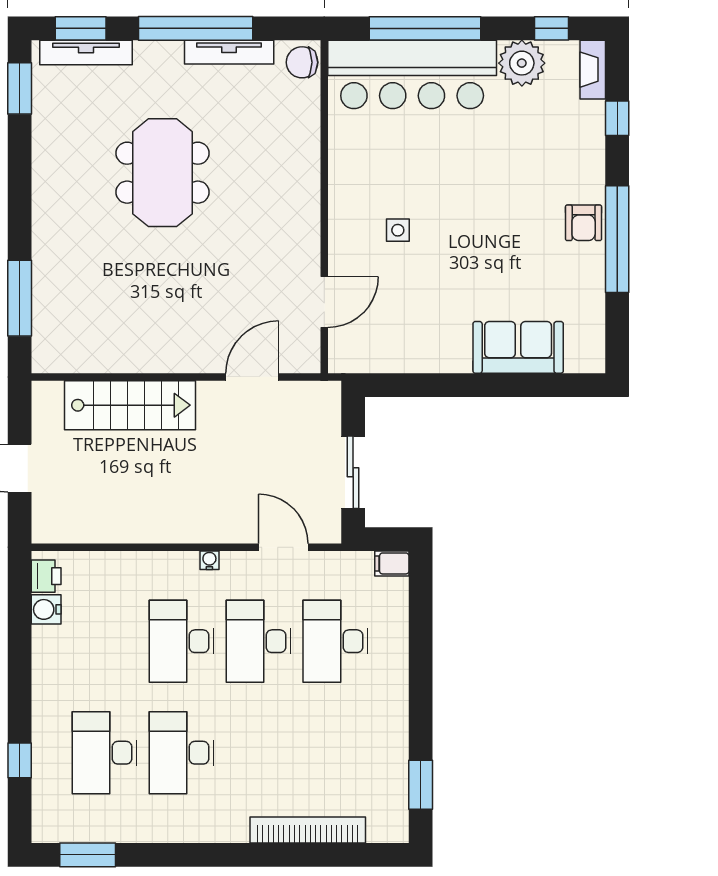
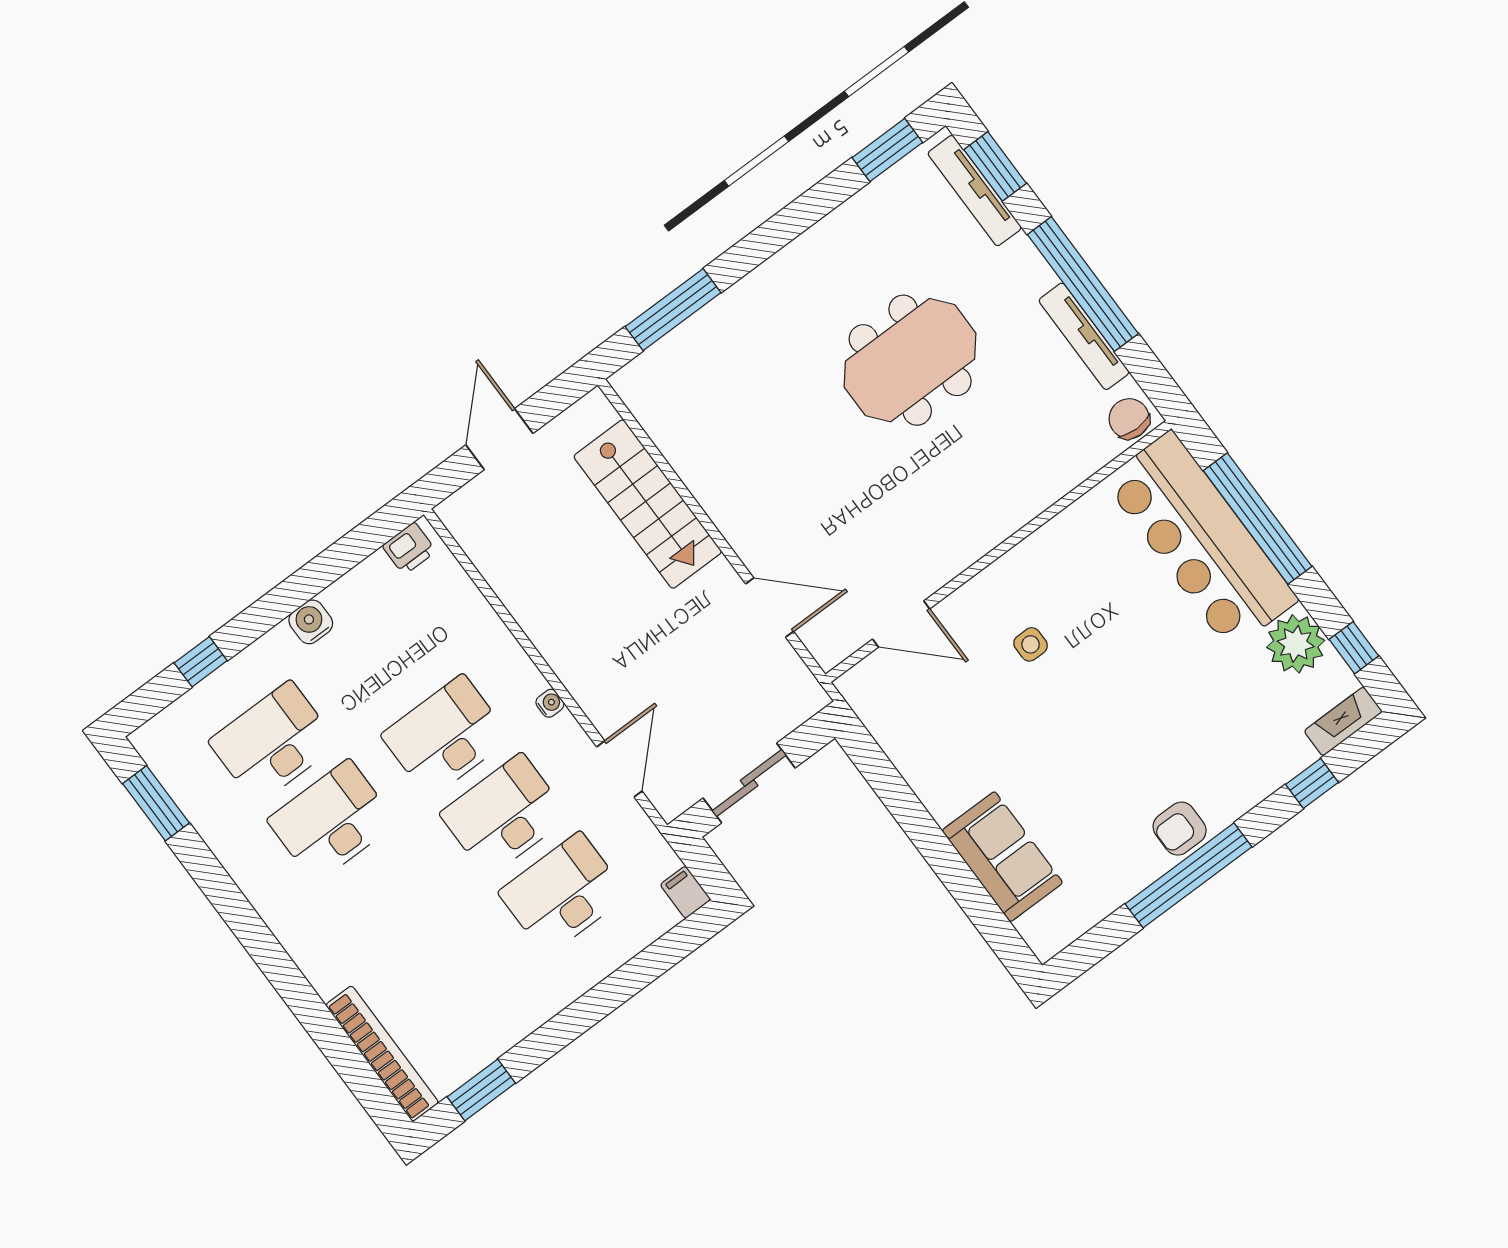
water cooler: (46, 609) -> (311, 622), moved
bookcase: (308, 830) -> (382, 1054), moved

